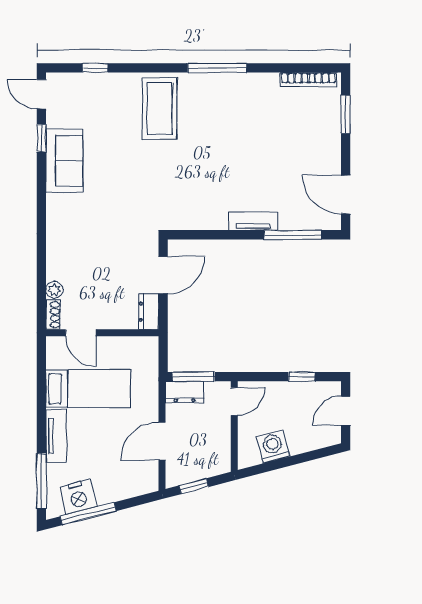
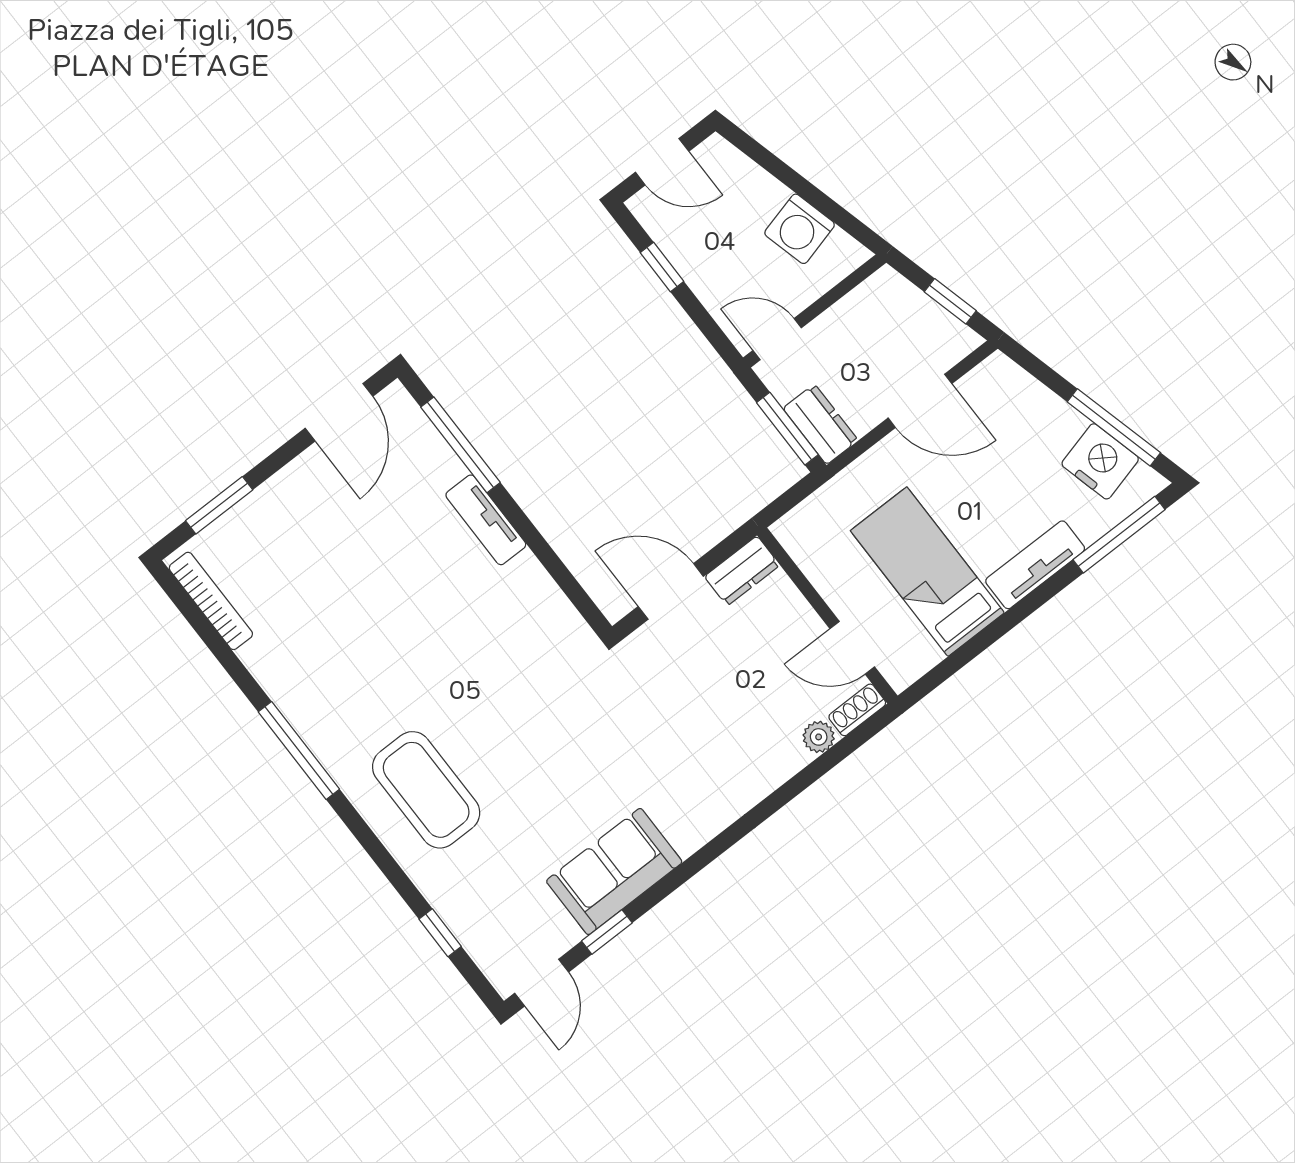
coffee table: (160, 108) -> (426, 790), turned 90
door: (81, 333) -> (852, 648), swing flipped

